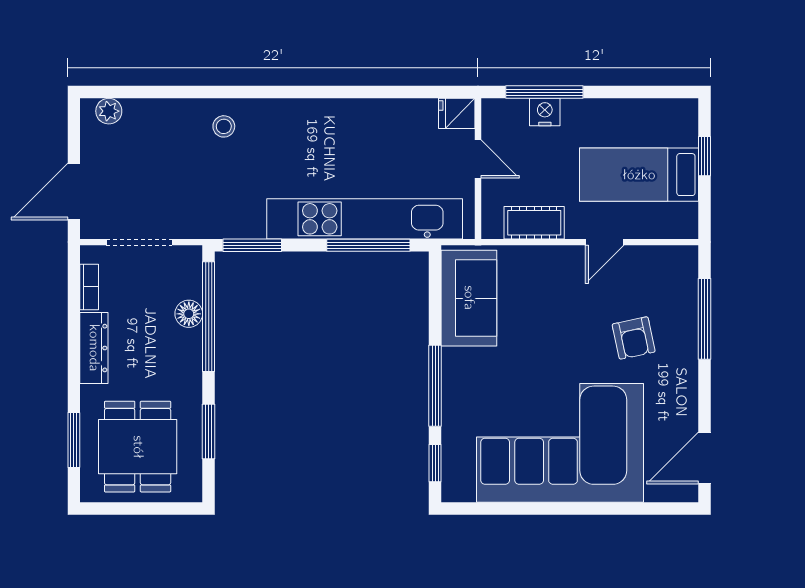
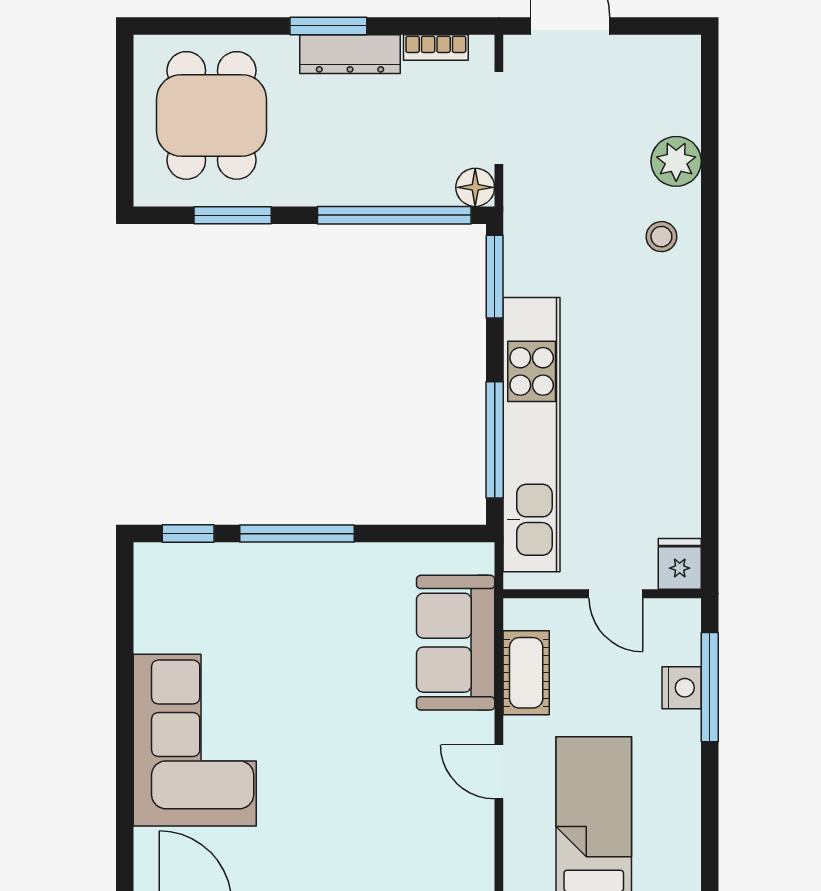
plant: (109, 111) -> (676, 161), moved, width x1.38, depth x1.38
door: (478, 159) -> (616, 594), hinge flipped
sofa: (469, 298) -> (456, 643), moved, turned 90
floor lamp: (189, 314) -> (475, 187), moved
armchair: (634, 338) -> (364, 813), removed
window: (74, 440) -> (328, 26), moved
corner sofa: (560, 443) -> (195, 740), width x0.73, depth x0.74
dining table: (138, 447) -> (212, 115), turned 90

